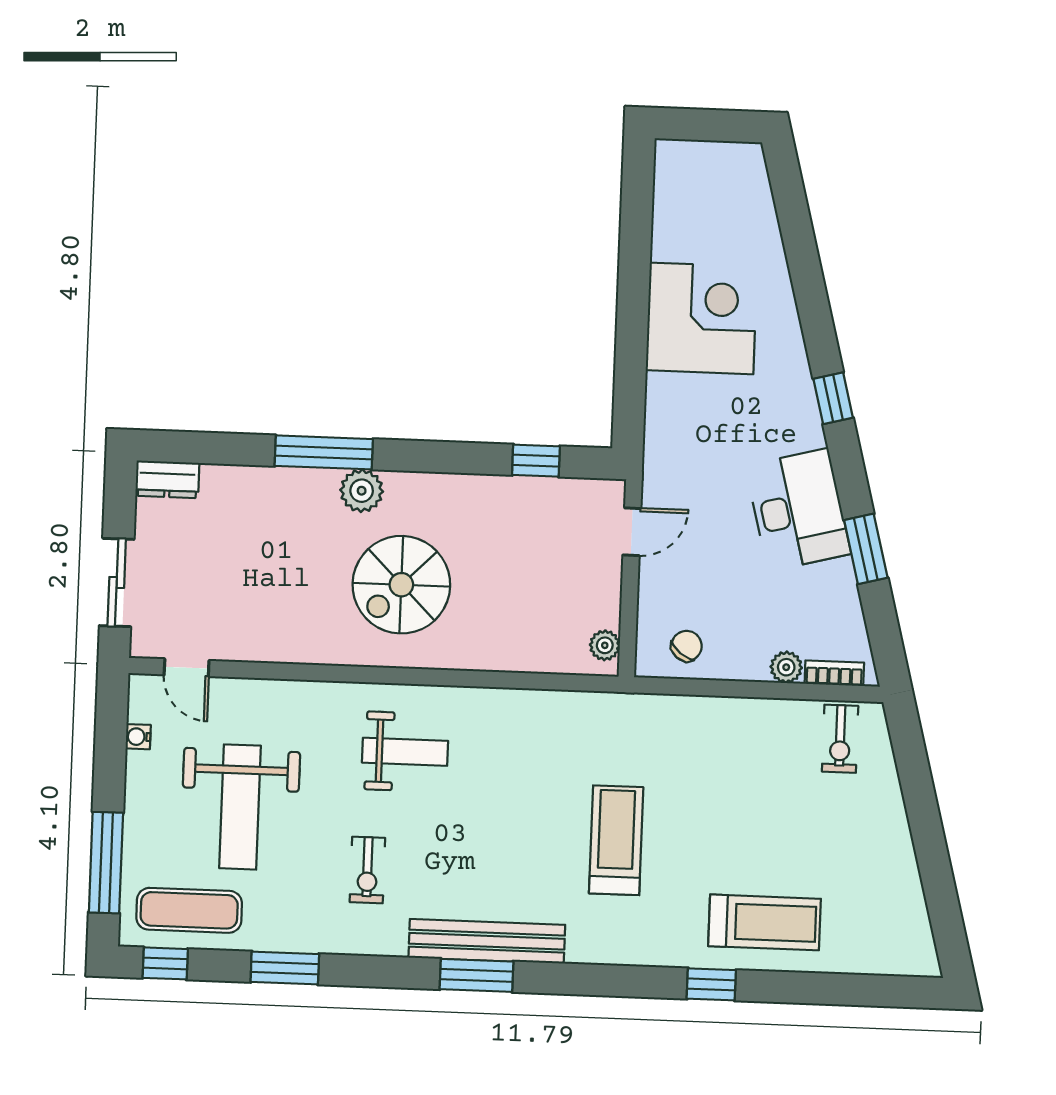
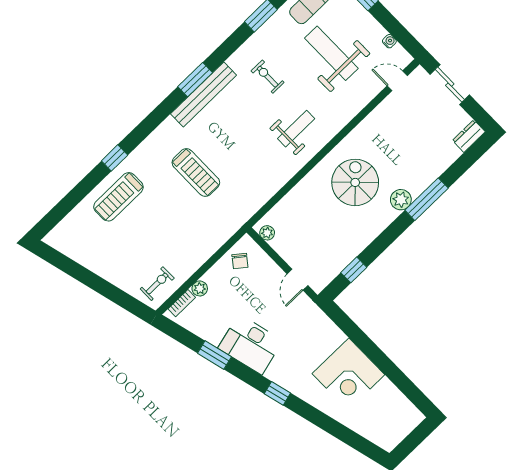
exercise bike: (840, 739) -> (157, 284), turned 90
weight bench: (405, 752) -> (296, 129), turned 180

